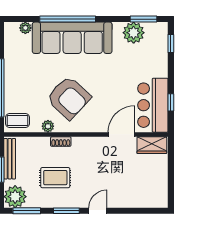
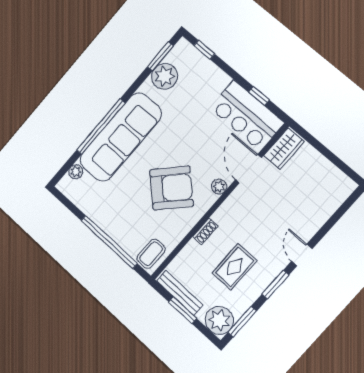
plant: (48, 126) -> (219, 187), moved

